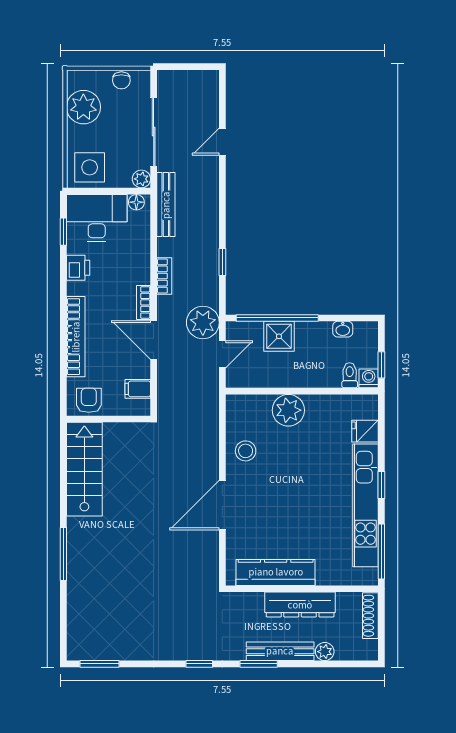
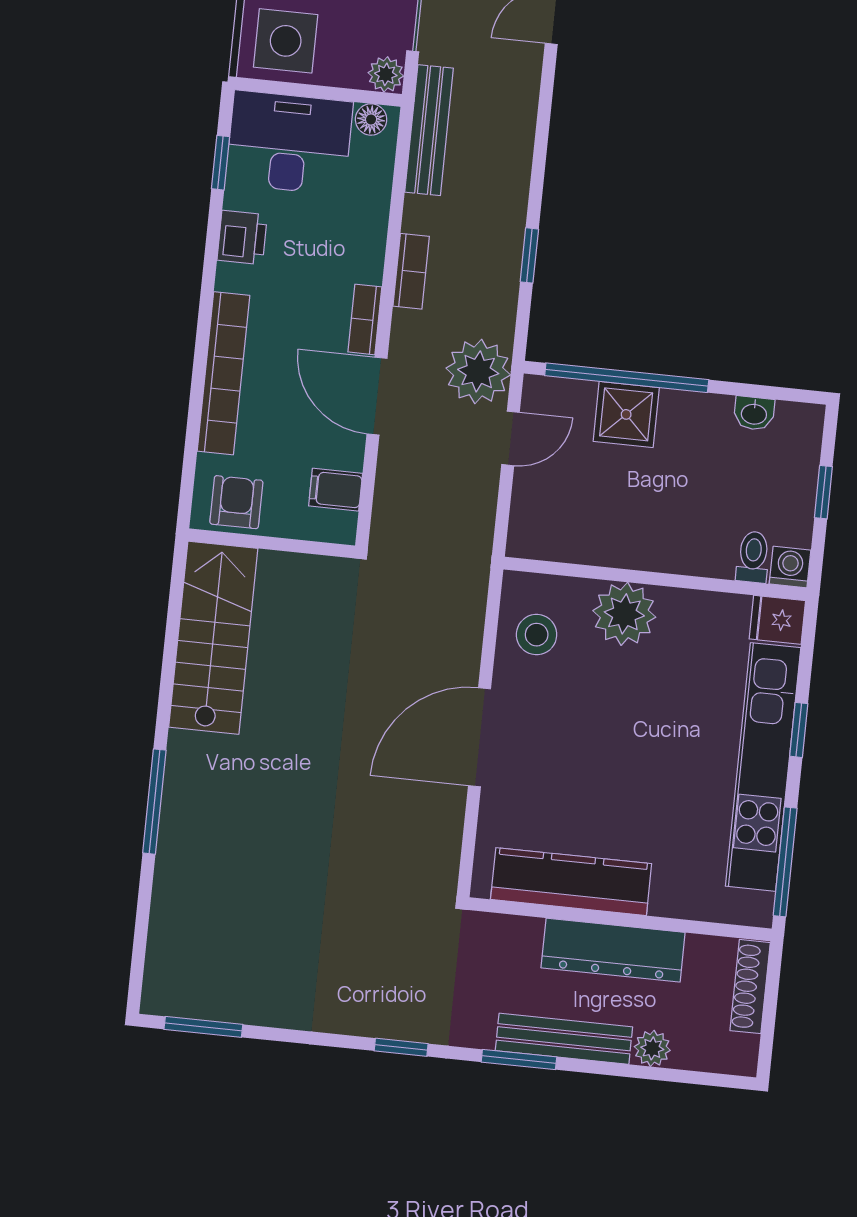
toilet: (350, 375) -> (753, 557), moved
washing machine: (369, 378) -> (790, 567), moved
wall: (302, 391) -> (655, 579), moved
plant: (288, 410) -> (624, 614), moved

